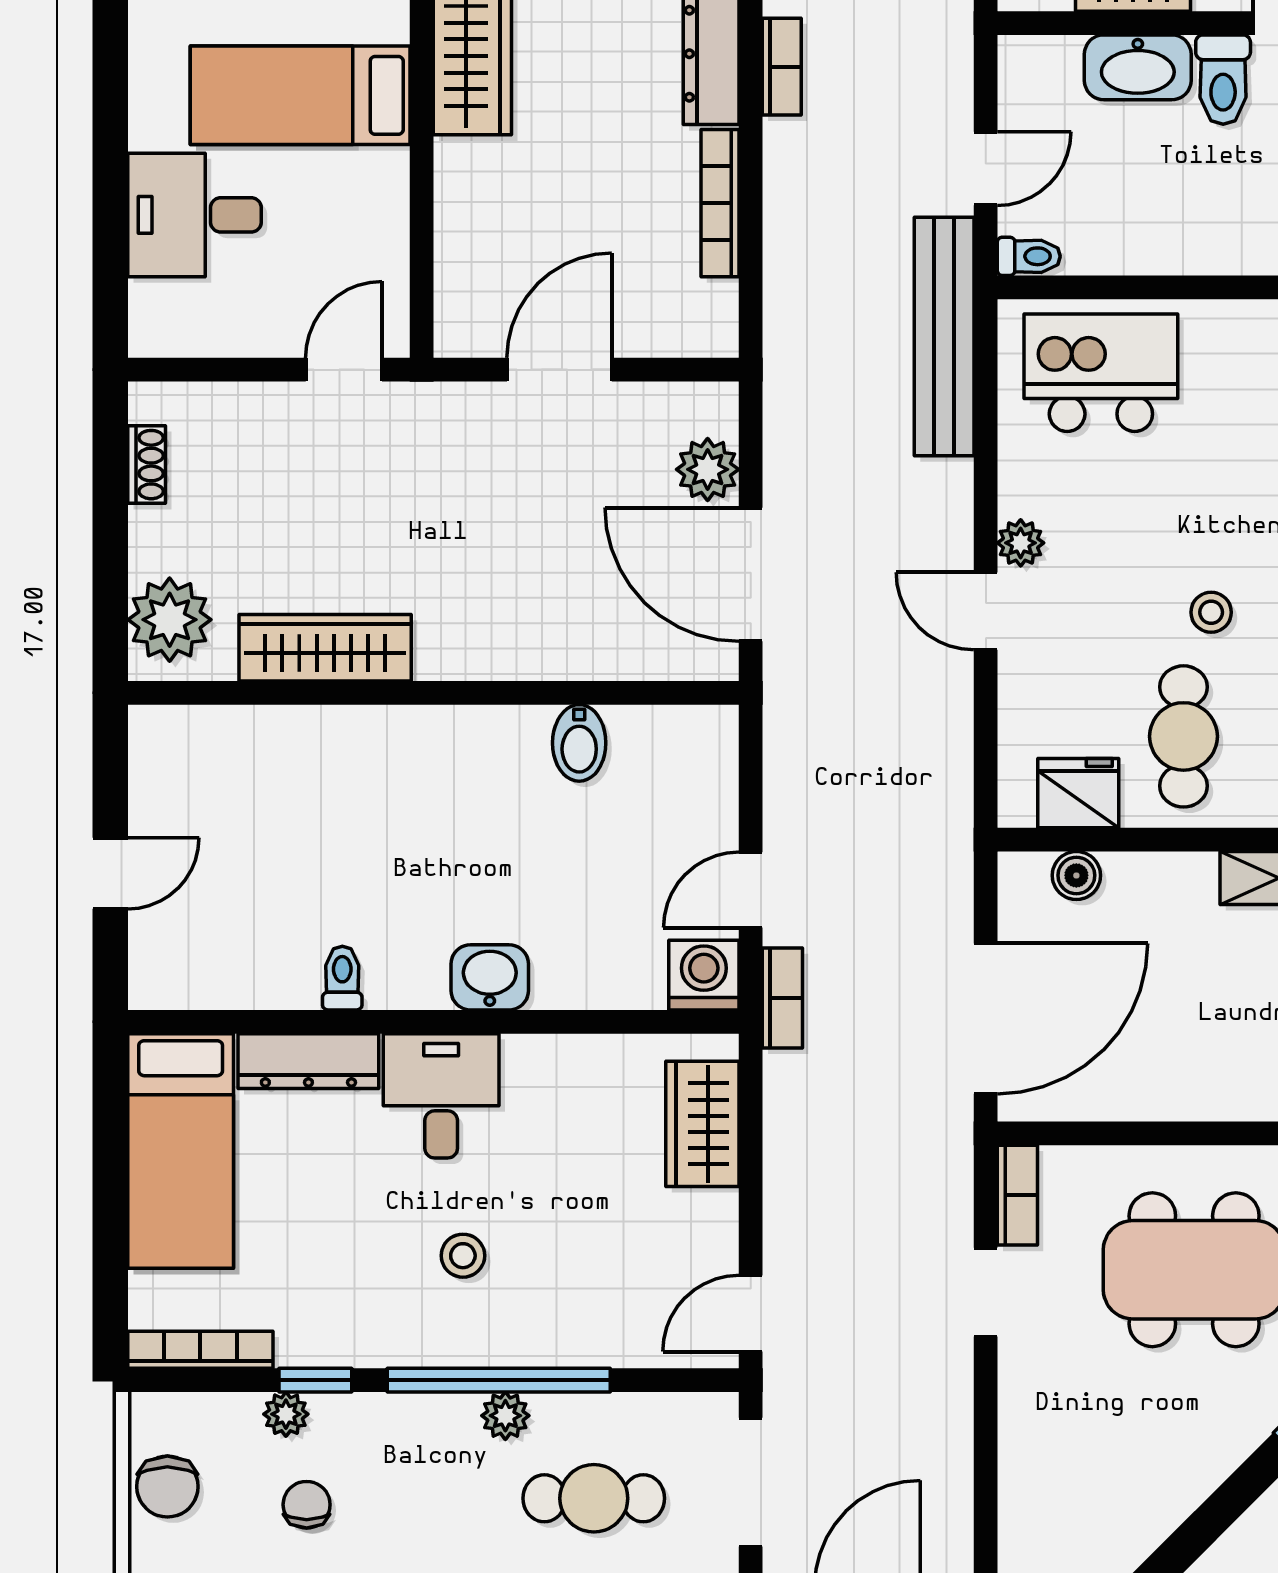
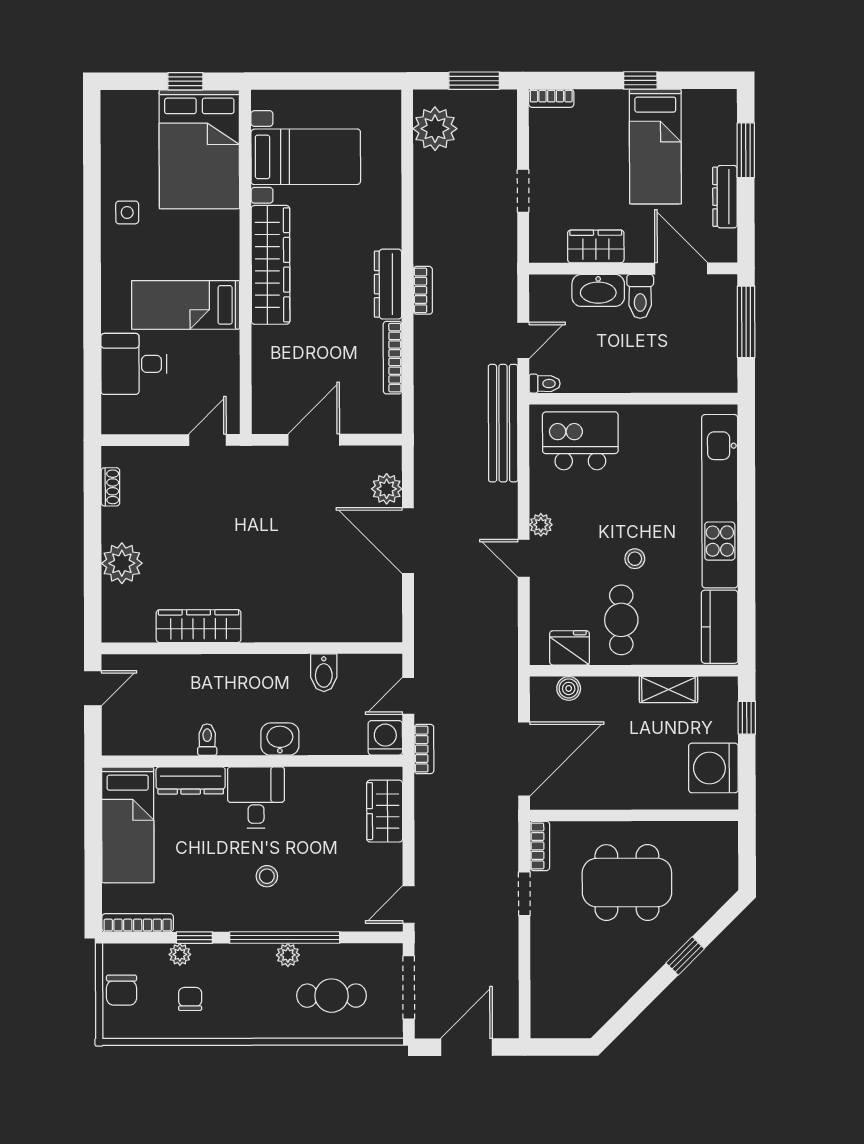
wardrobe: (325, 648) -> (199, 626), moved
wall: (433, 693) -> (252, 648), moved
bidet: (579, 743) -> (324, 673), moved

